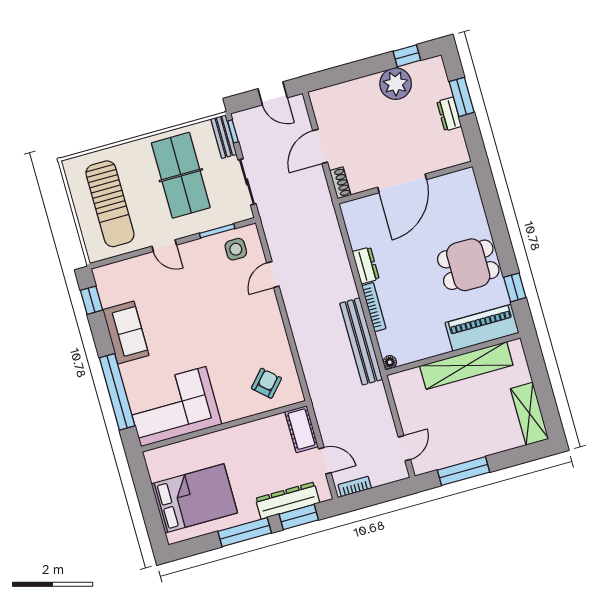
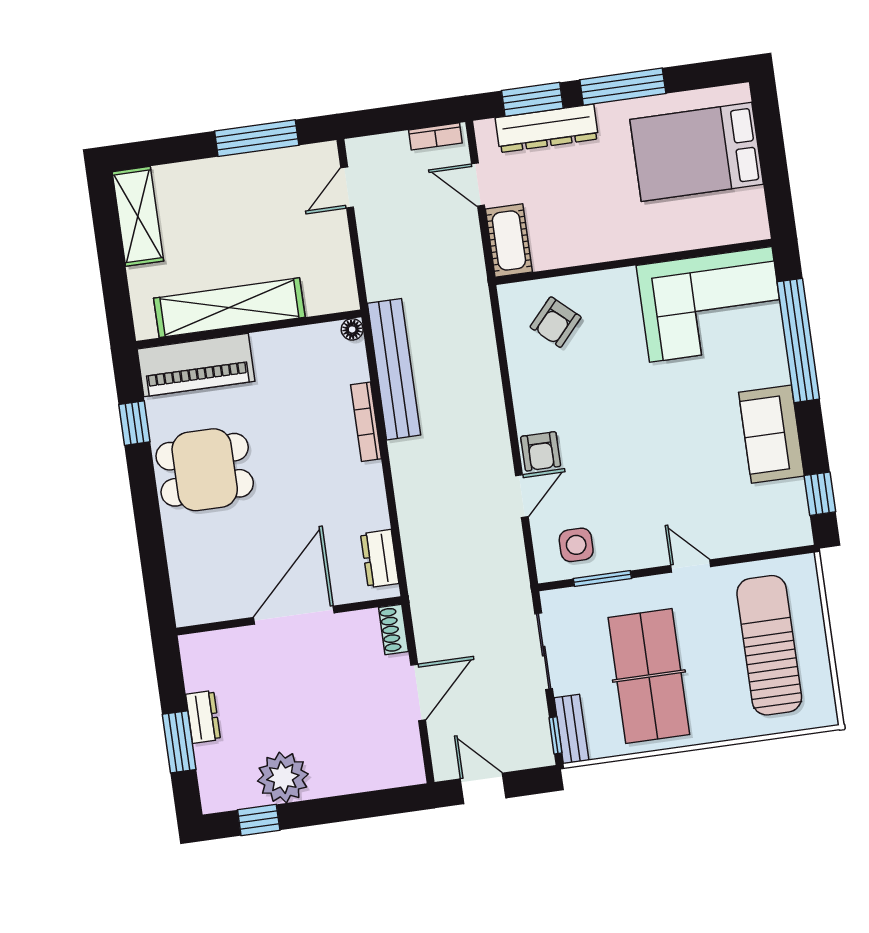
dresser: (366, 265) -> (380, 559), moved
armchair: (265, 303) -> (541, 451), added

